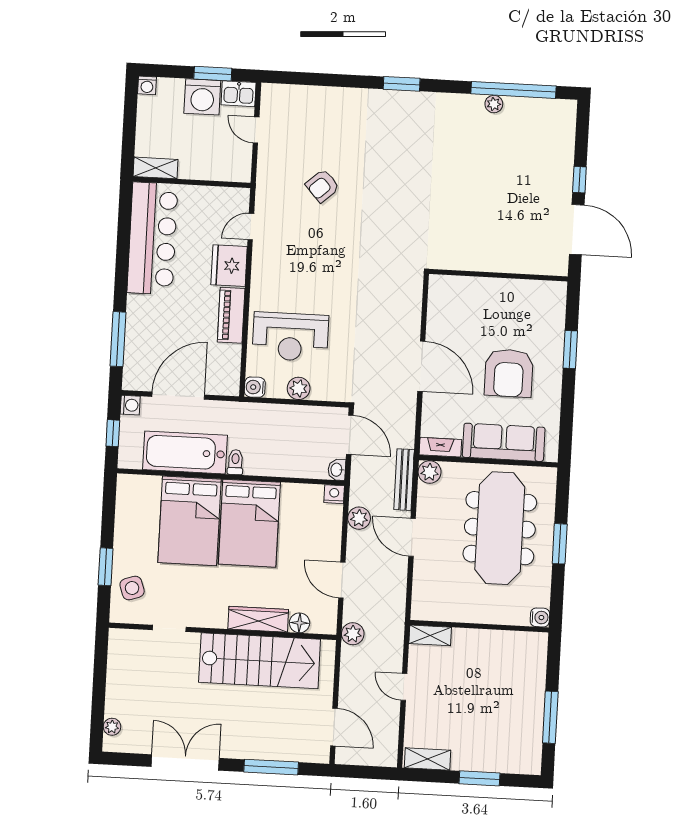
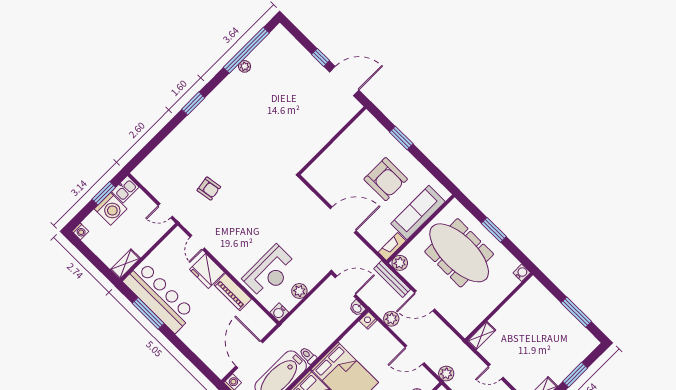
door: (256, 130) -> (165, 211), moved
armchair: (322, 186) -> (209, 189), turned -57
window: (118, 339) -> (148, 313), moved

